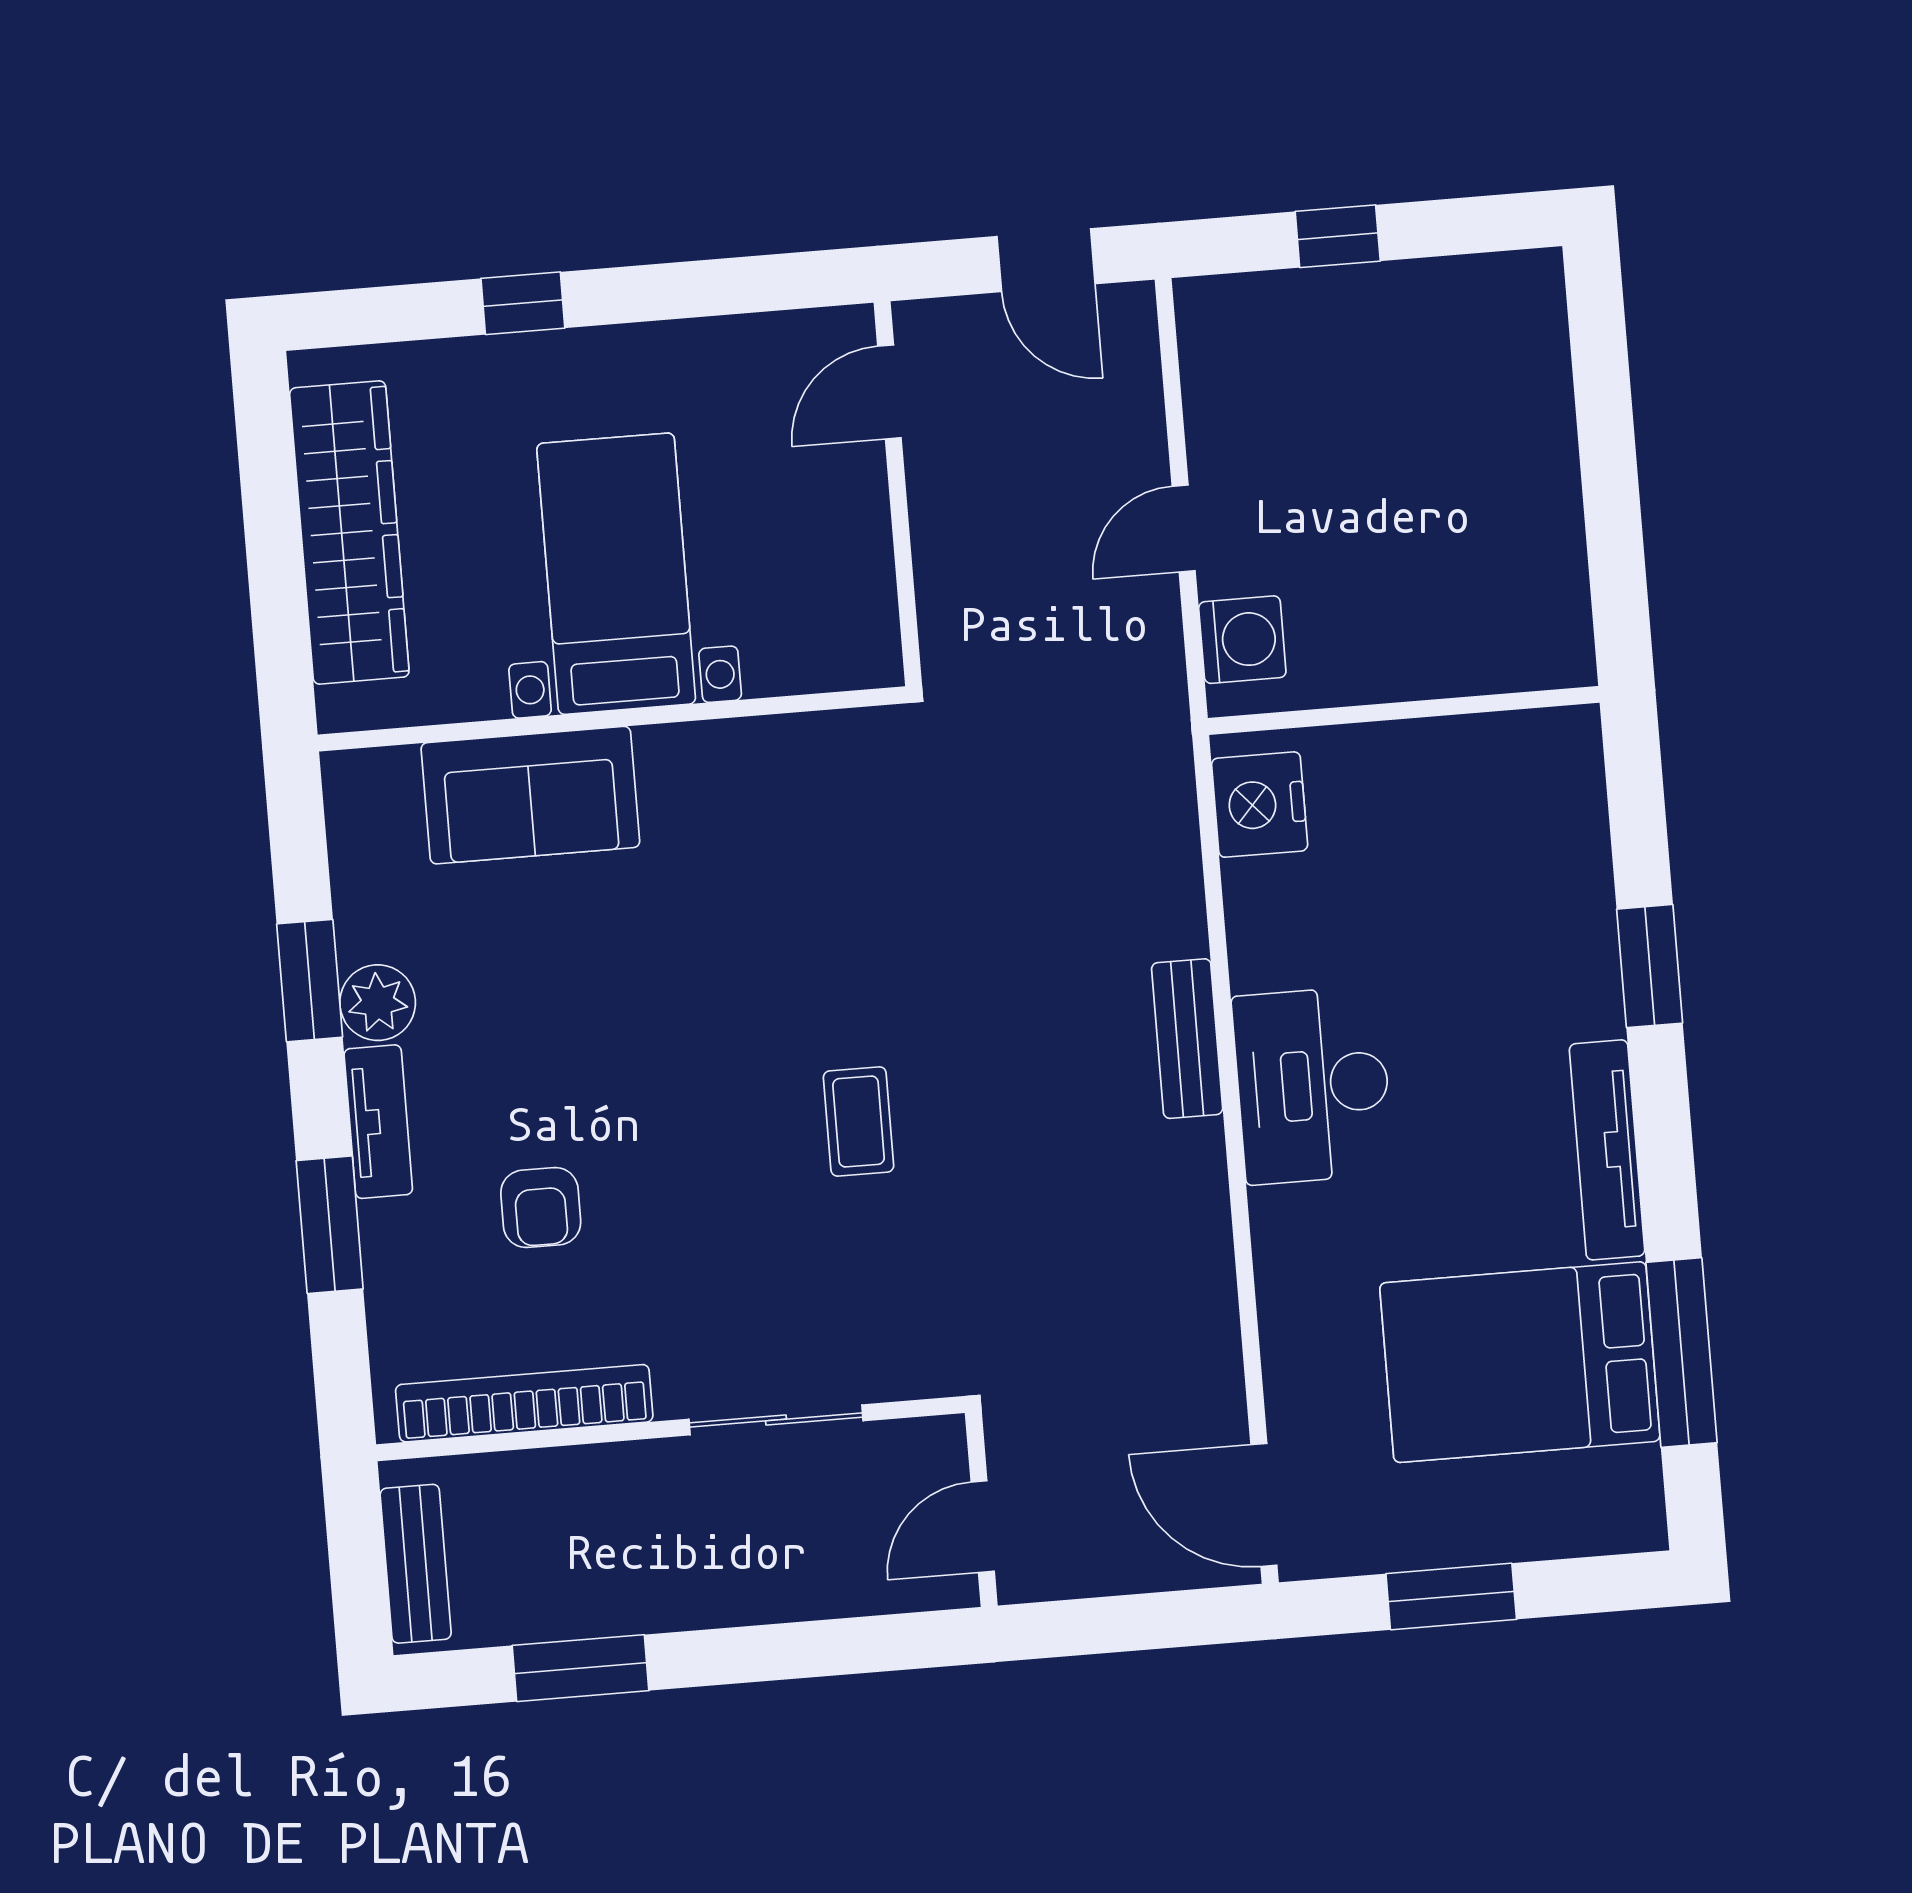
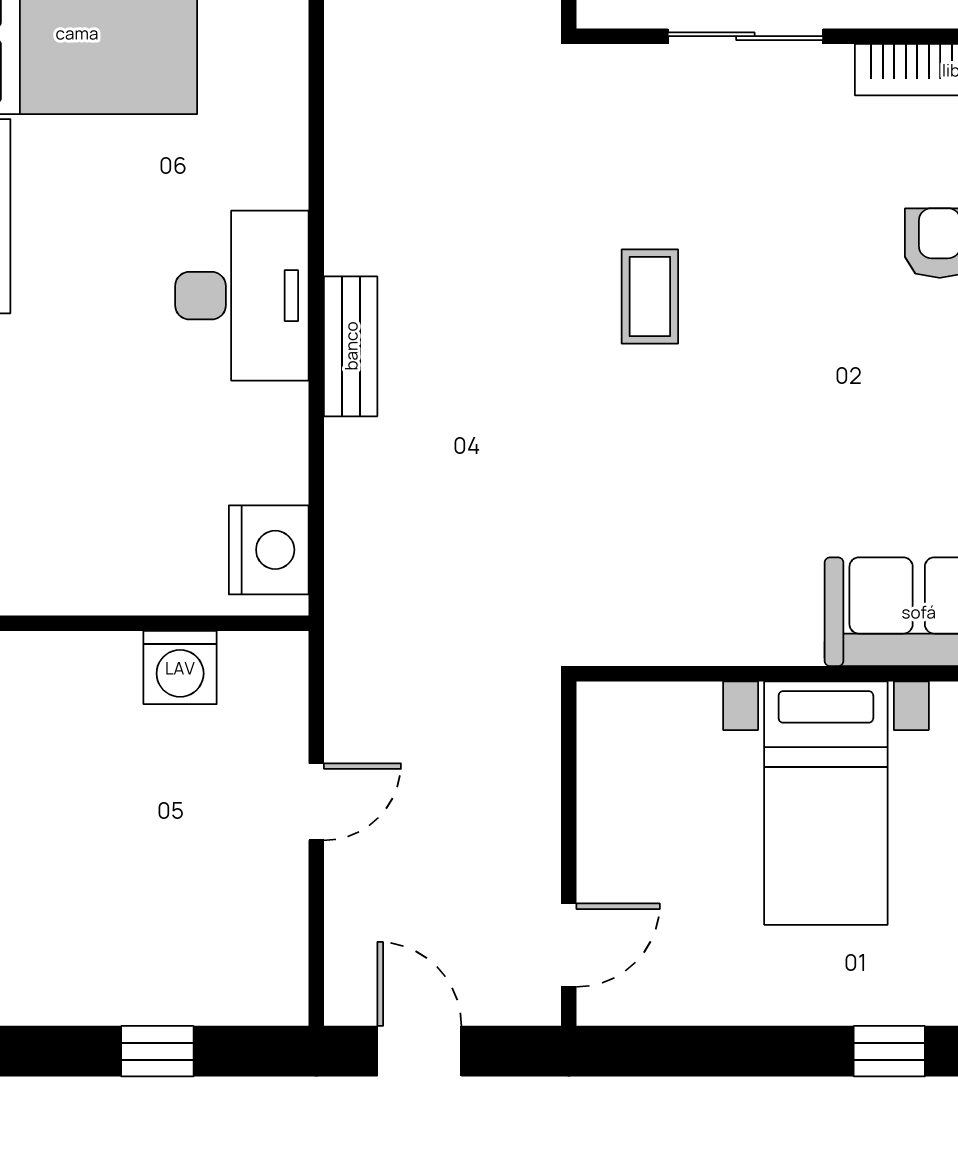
washing machine: (1242, 640) -> (180, 668), moved, turned -90

